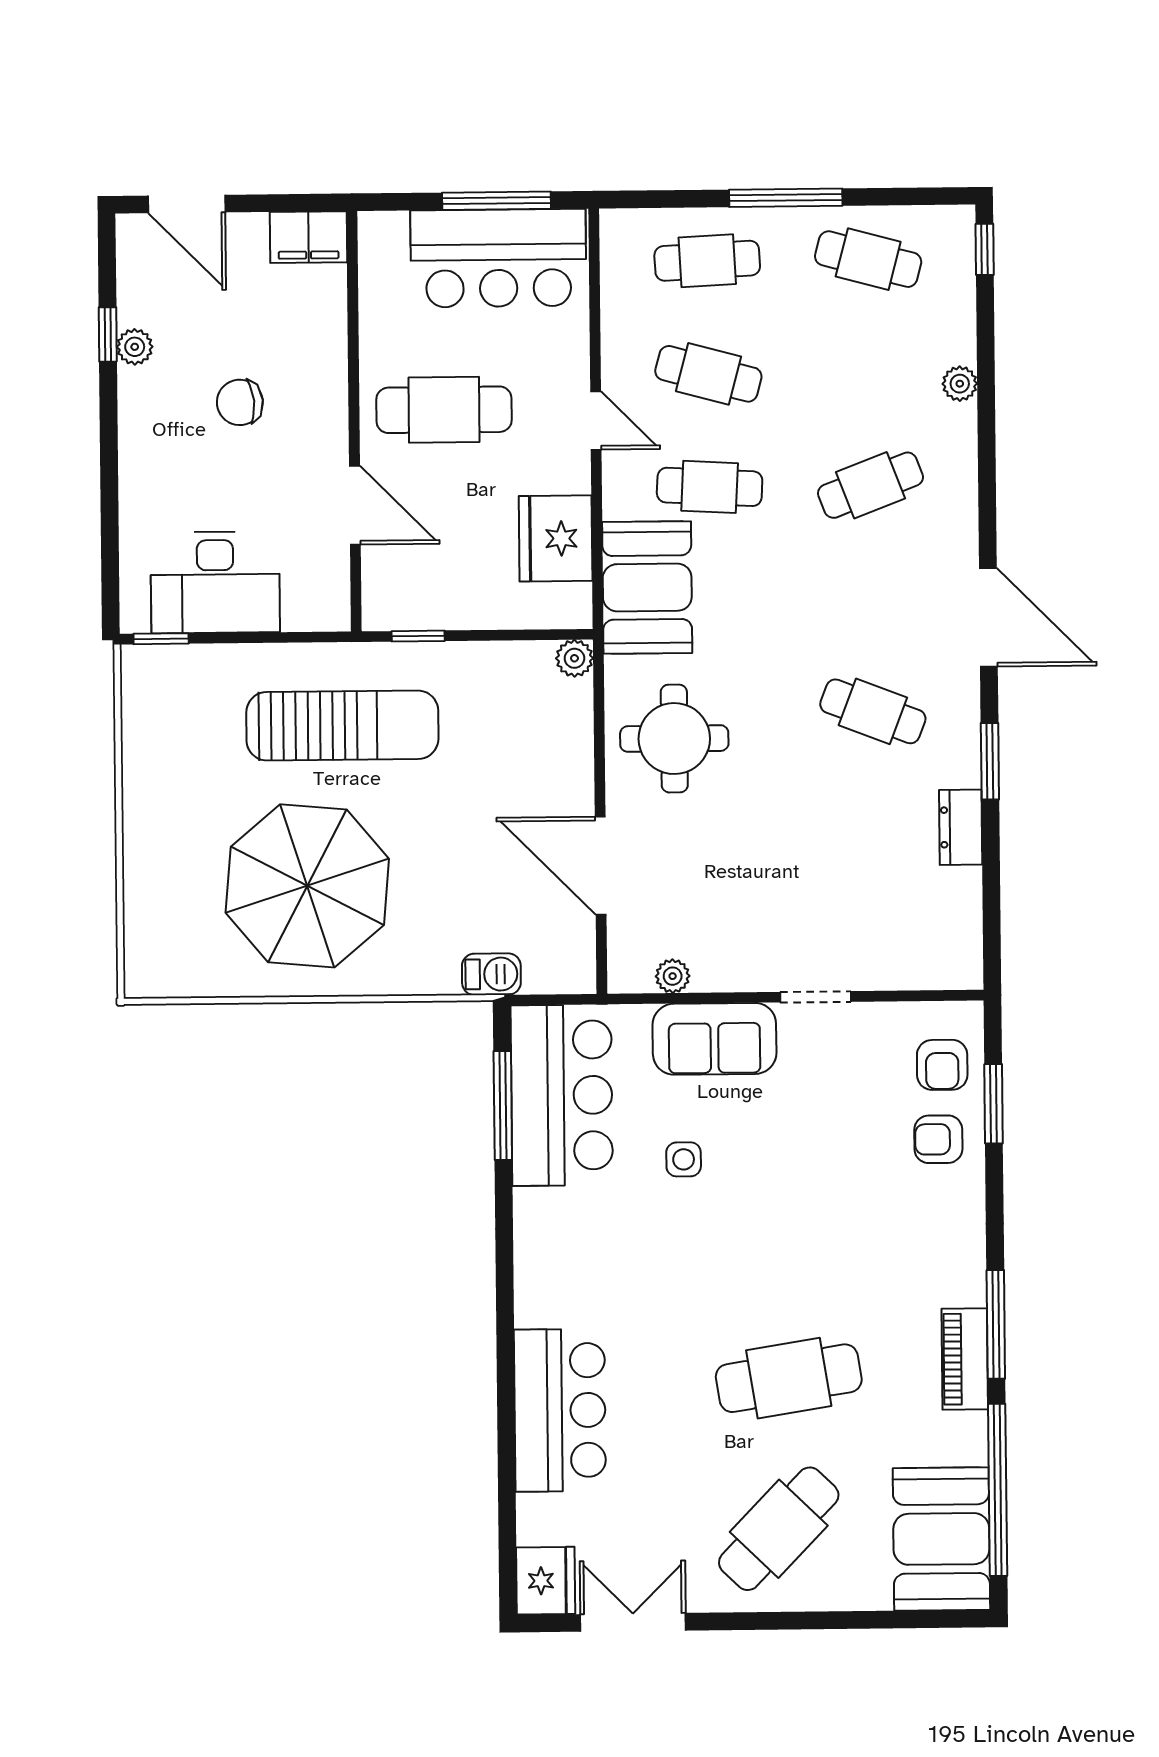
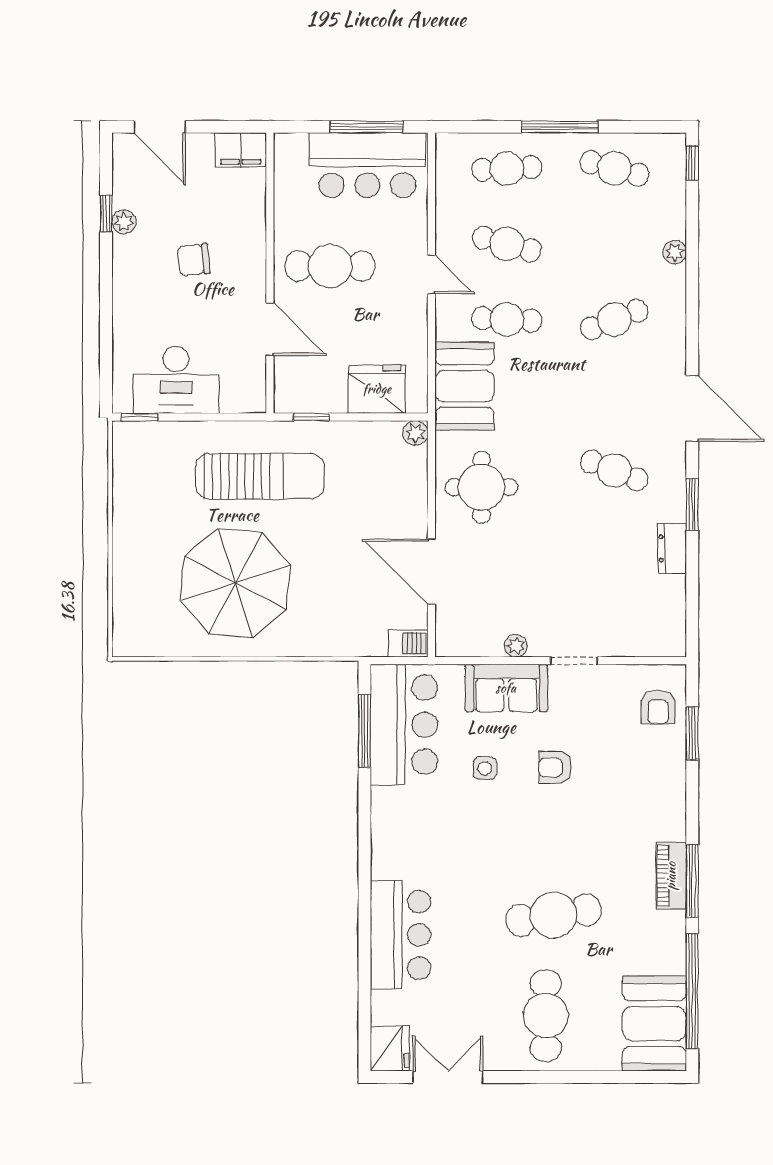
fridge: (556, 538) -> (377, 389), moved, turned 90
barbecue: (491, 974) -> (408, 643), moved
plant: (673, 976) -> (516, 646), moved
armchair: (938, 1139) -> (555, 767), moved
piano: (965, 1359) -> (671, 876), moved
cafe table: (779, 1529) -> (546, 1016), turned -44

